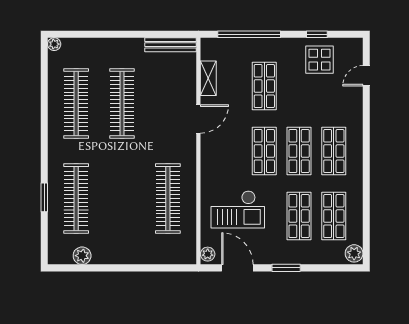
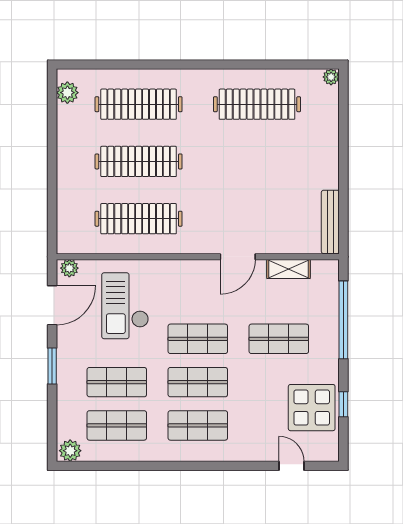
display table: (319, 60) -> (312, 408), width x1.36, depth x1.36
clothes rail: (122, 104) -> (139, 161), moved
door: (198, 119) -> (238, 257), hinge flipped
window: (44, 197) -> (140, 65), removed
plant: (82, 256) -> (67, 93), moved

